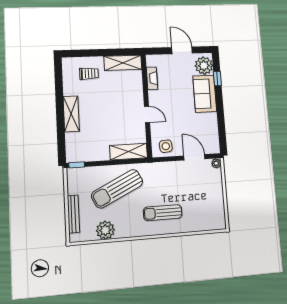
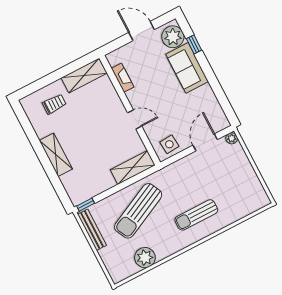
door: (194, 157) -> (205, 142), hinge flipped
bench: (73, 214) -> (92, 230), moved

